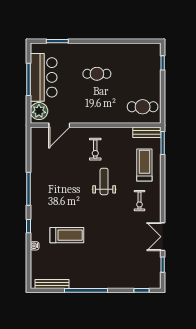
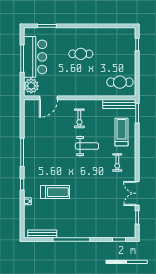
bench: (147, 132) -> (119, 104), width x1.36
weight bench: (104, 181) -> (87, 146), turned 90

